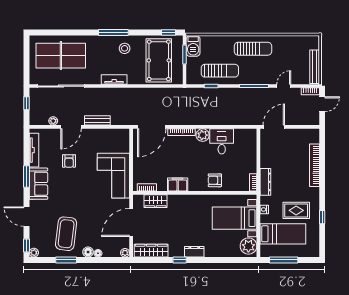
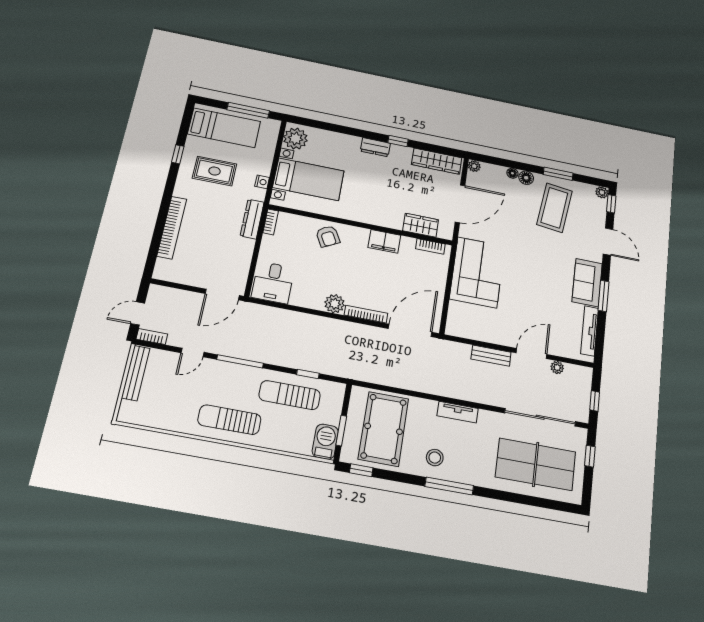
window: (26, 67) -> (590, 456), added
desk: (222, 141) -> (273, 282), moved
armchair: (69, 161) -> (540, 306), removed
armchair: (215, 180) -> (328, 236), turned 62
bed: (283, 234) -> (224, 128), moved, turned 180

